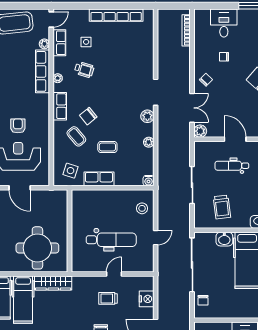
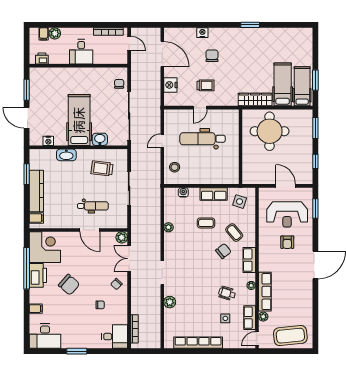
desk: (224, 23) -> (115, 337), moved, turned -90
plant: (147, 116) -> (170, 302), moved
water cooler: (149, 181) -> (183, 192), moved
trolley: (222, 207) -> (102, 168), turned -76

